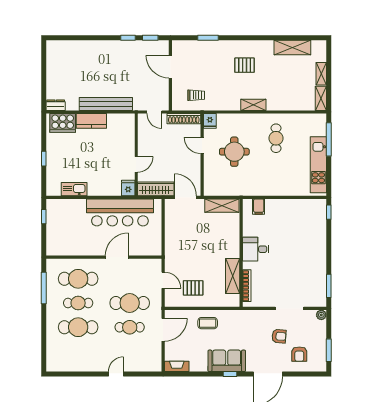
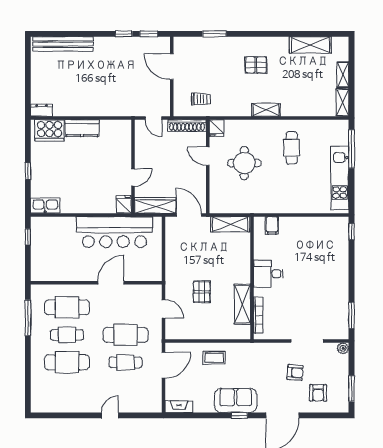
bench: (106, 104) -> (63, 44), moved
kitchen sink: (74, 189) -> (45, 206), moved
pallet: (193, 288) -> (202, 292), moved, turned 90

